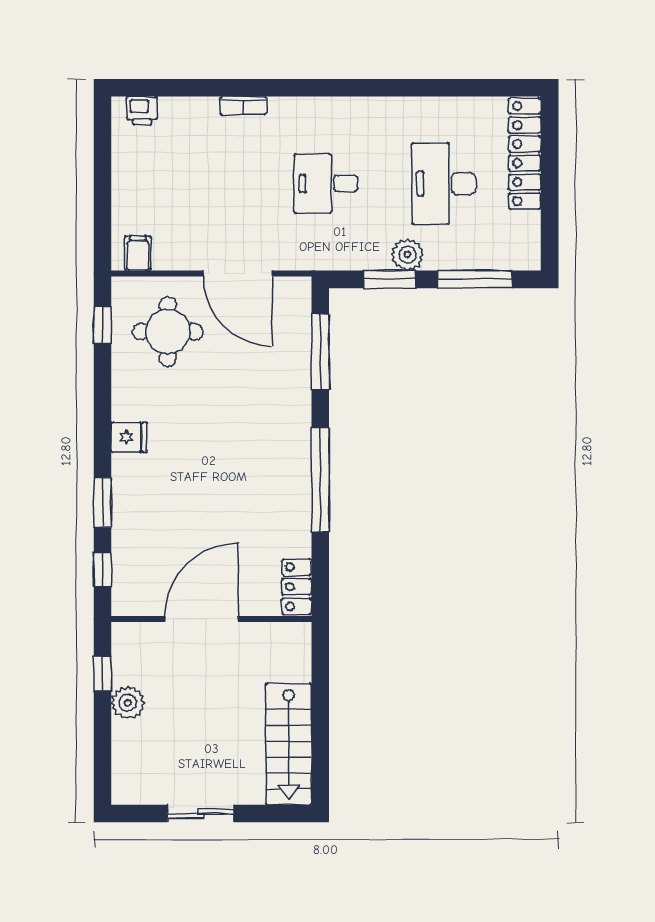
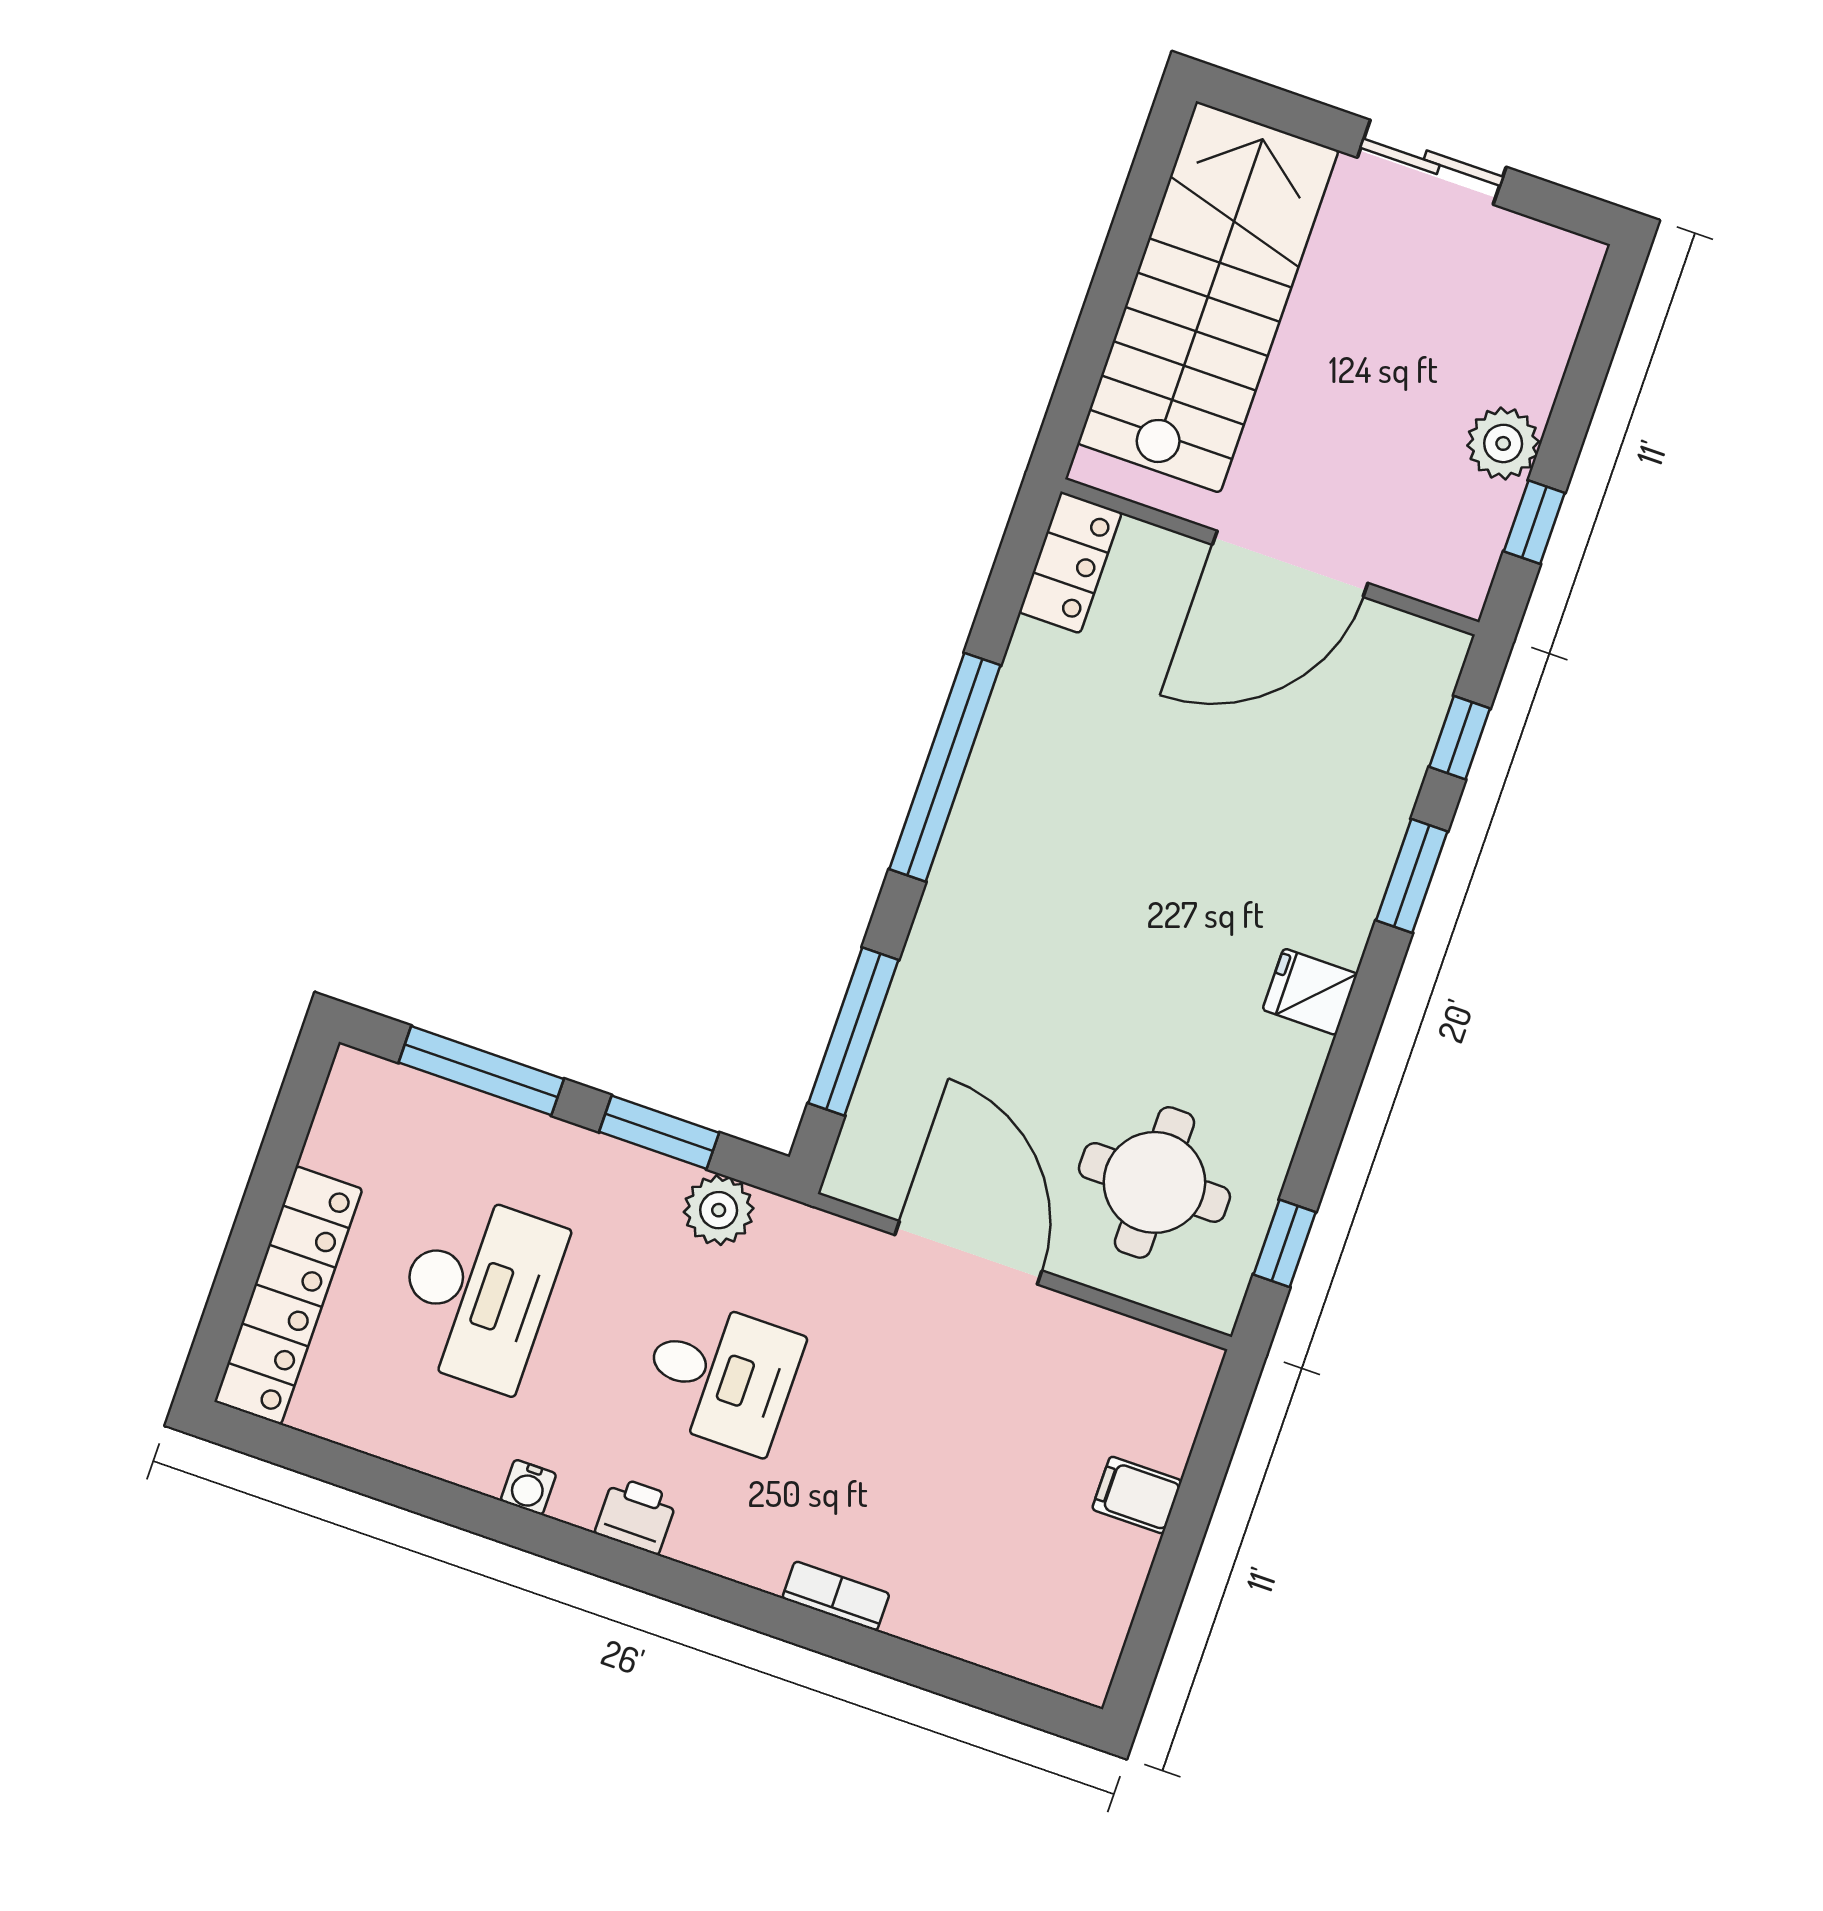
water cooler: (392, 107) -> (528, 1487), added
printer: (142, 111) -> (636, 1515), moved
filing cabinet: (138, 253) -> (1137, 1495), moved, turned 90
plant: (408, 255) -> (719, 1210), moved
stairs: (289, 744) -> (1208, 297), width x1.36, depth x1.51

